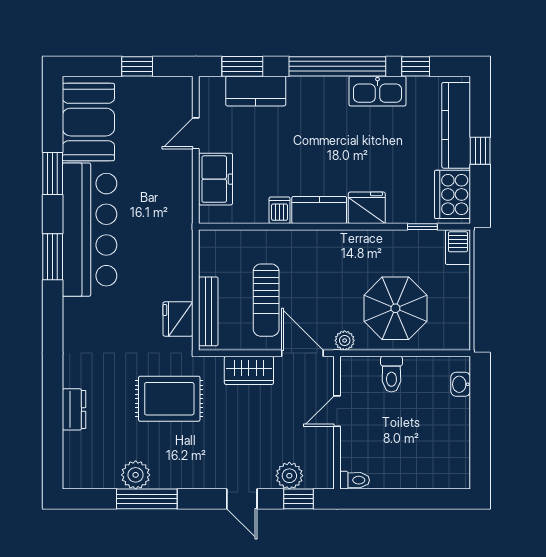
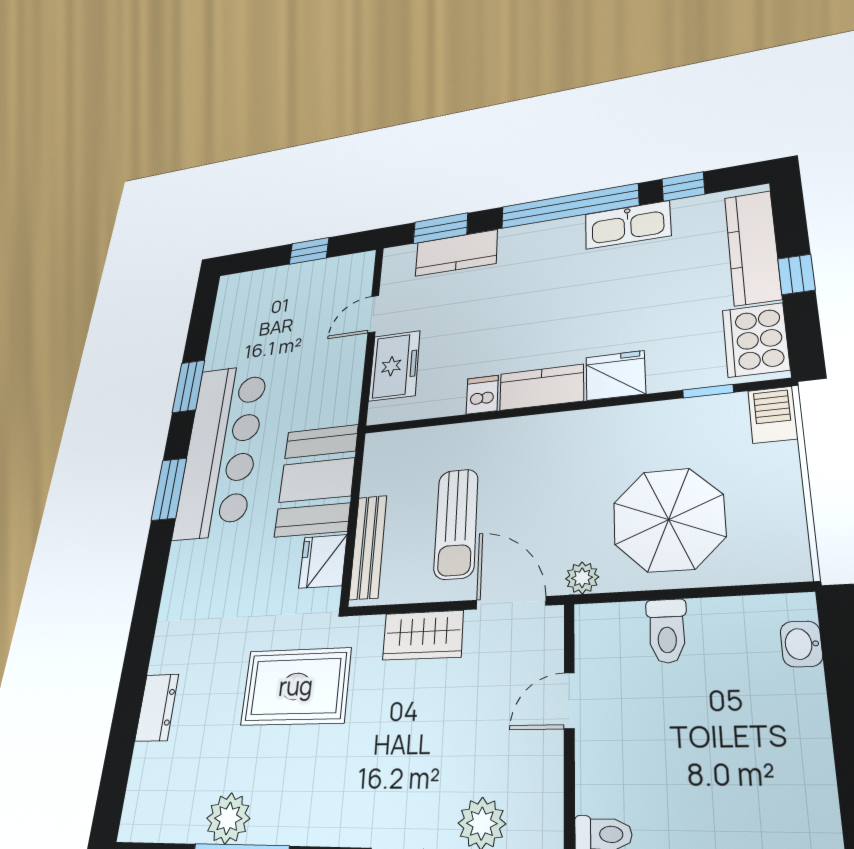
booth: (88, 122) -> (317, 480), moved

